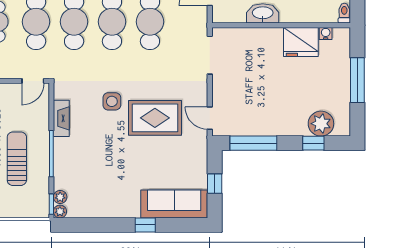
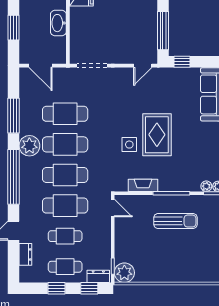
rug: (155, 118) -> (157, 135), moved
sun lounger: (17, 159) -> (175, 221), turned 180
window: (215, 184) -> (182, 62), moved

